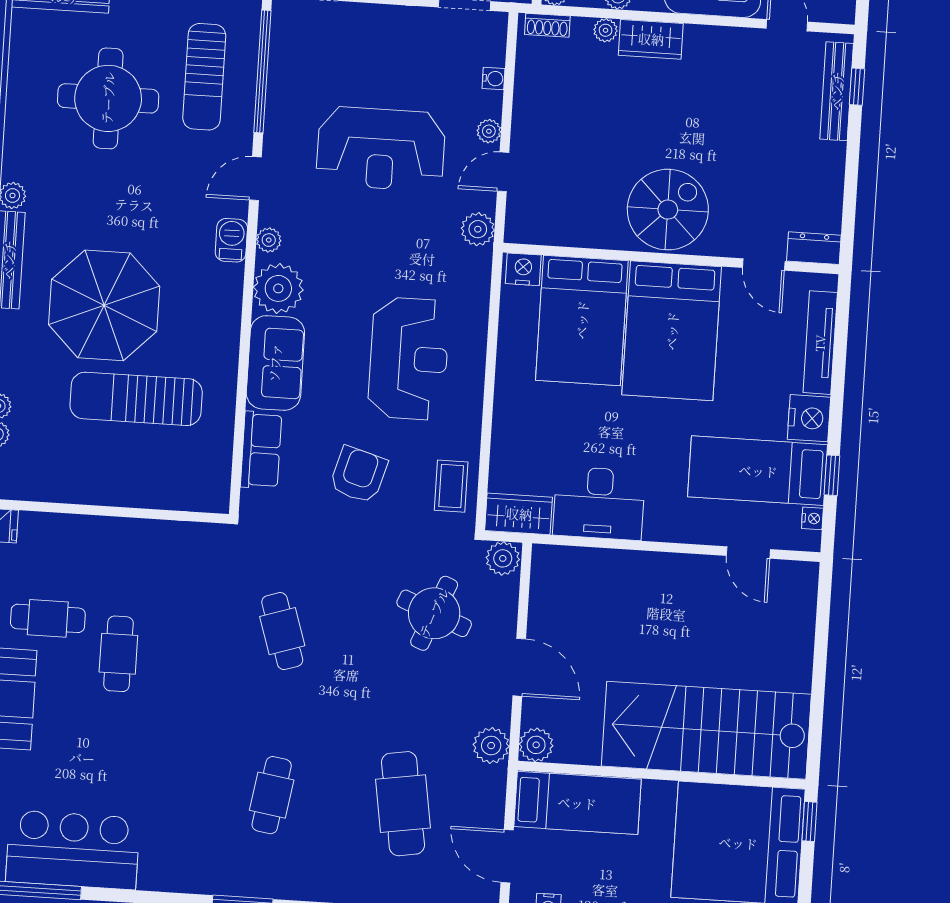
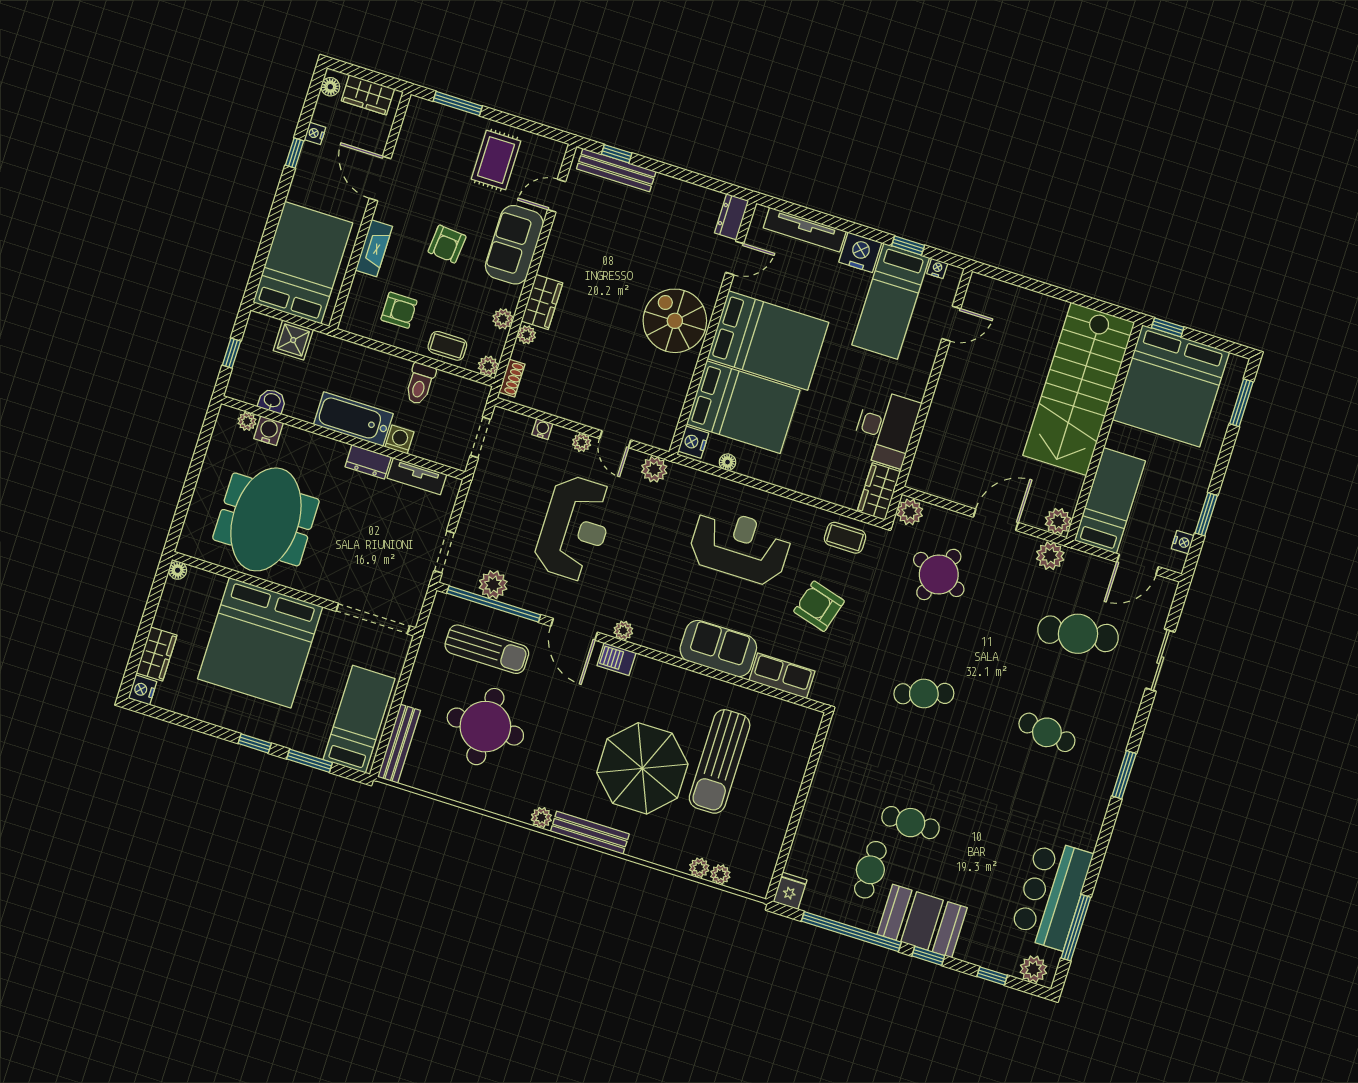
door: (255, 179) -> (574, 629), width x1.38
plant: (278, 288) -> (493, 585), moved, width x0.73, depth x0.73
floor lamp: (509, 318) -> (727, 462), added

